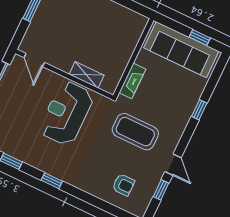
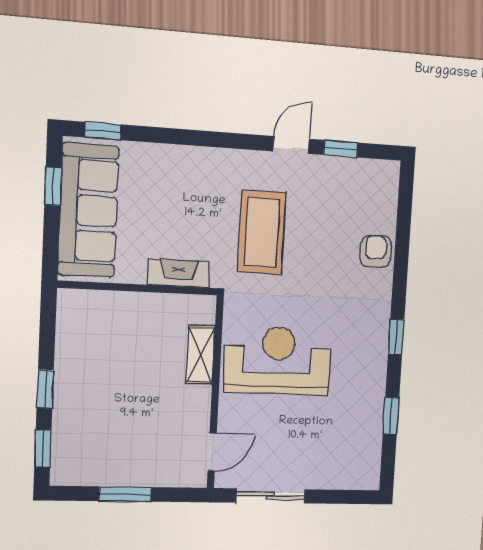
window: (199, 110) -> (103, 131), moved
reception desk: (66, 113) -> (278, 361), turned 180
armchair: (123, 185) -> (376, 251), moved

